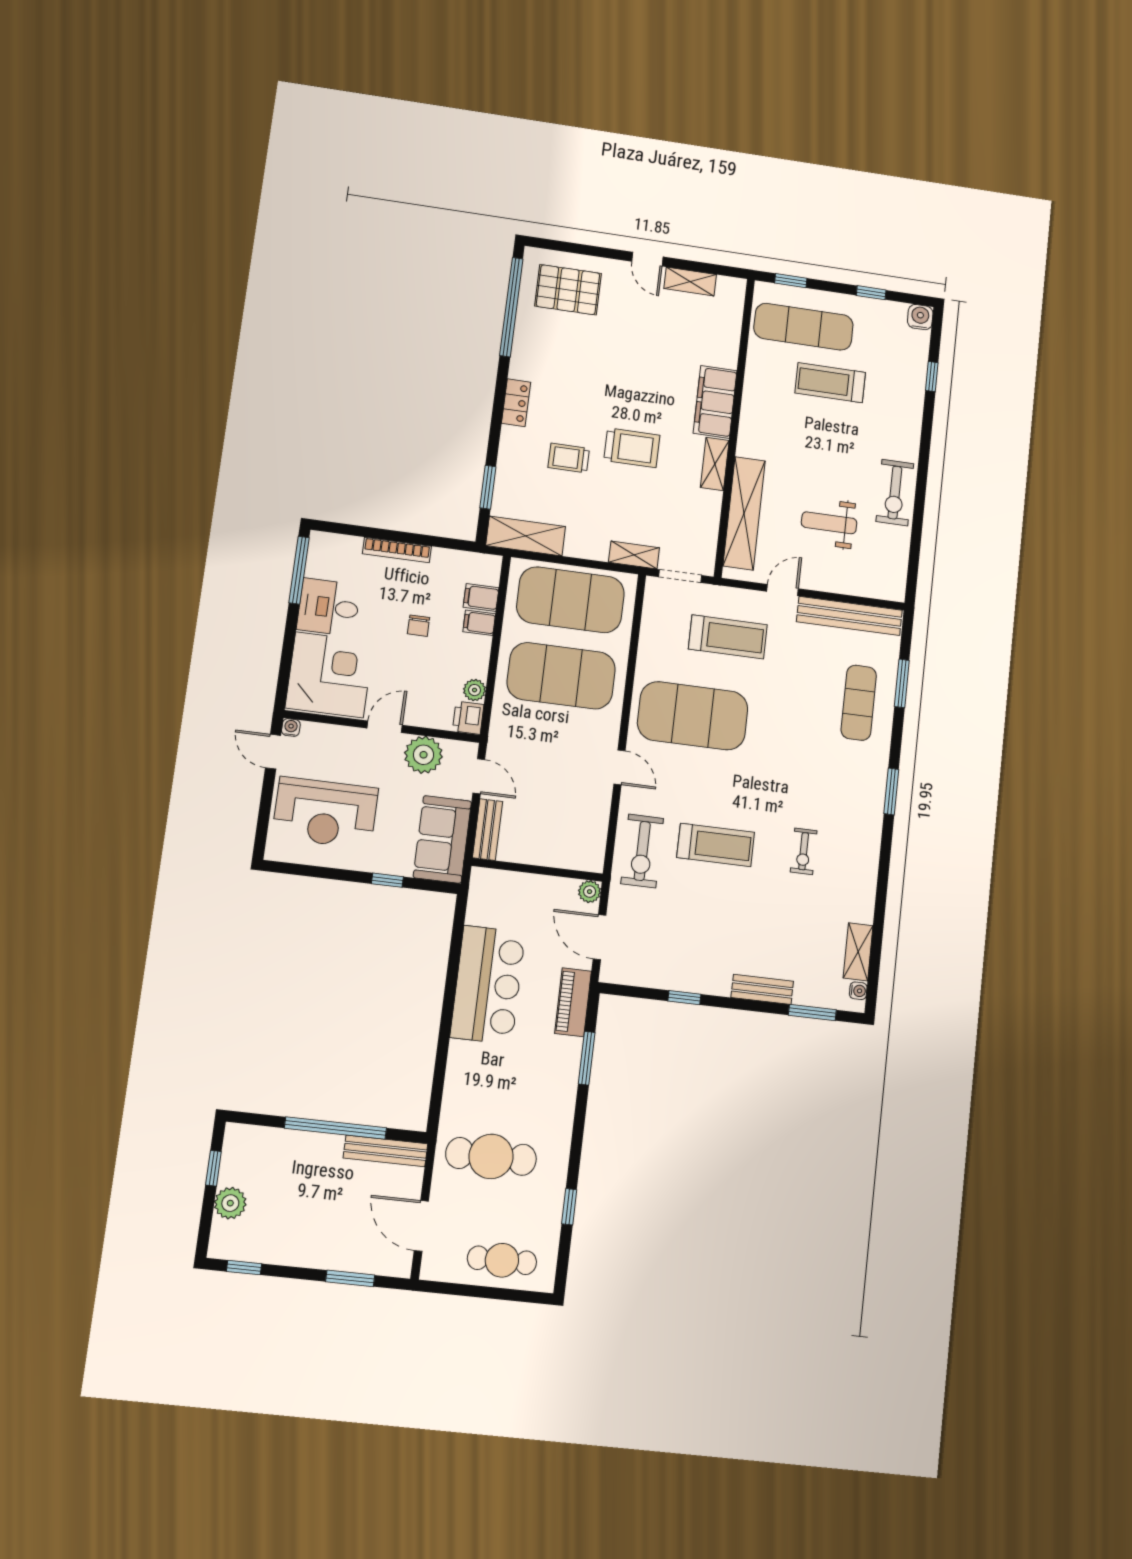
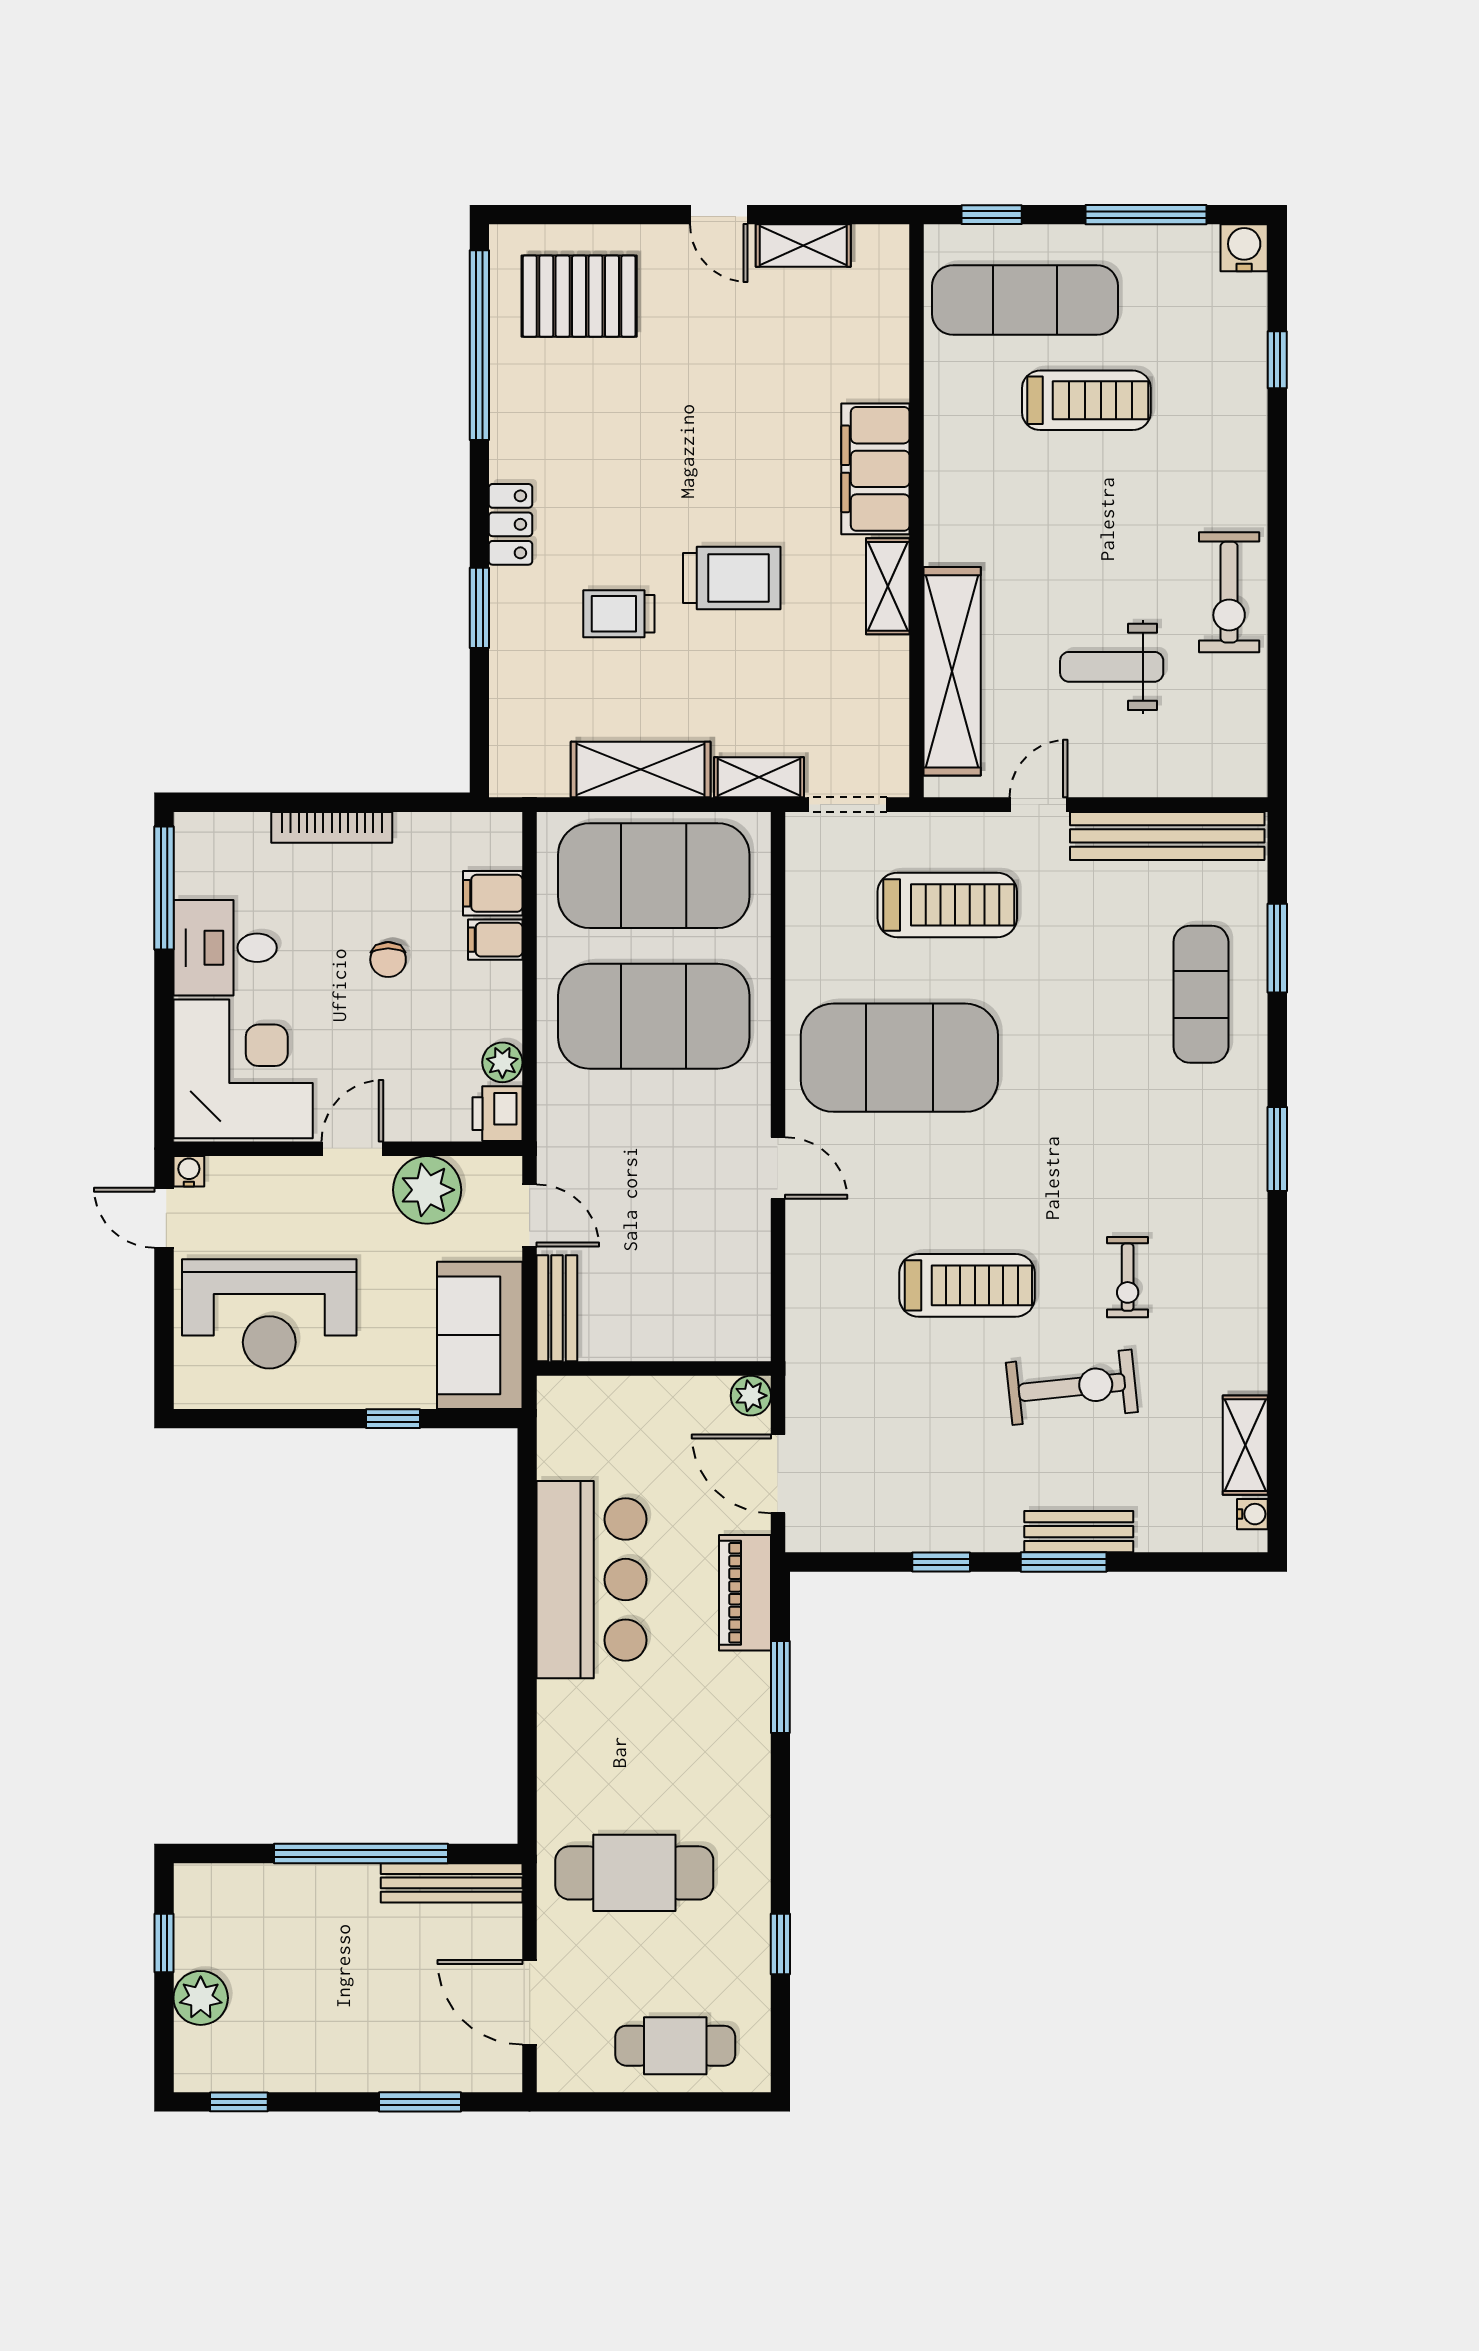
window: (871, 293) -> (1146, 215), width x2.17
treadmill: (830, 383) -> (1086, 400), turned 180
window: (488, 487) -> (479, 608), moved
shelving: (526, 536) -> (641, 770), moved
exercise bike: (642, 851) -> (1072, 1387), moved, turned -96
window: (812, 1012) -> (1064, 1562), moved

